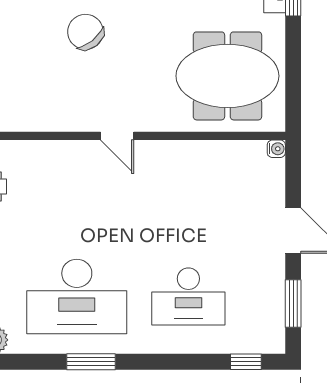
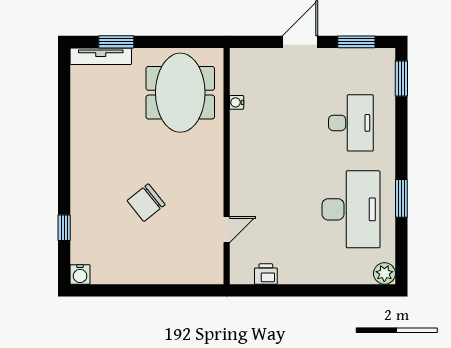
door: (117, 136) -> (227, 230), moved
water cooler: (276, 149) -> (237, 102), moved, turned -90
window: (246, 362) -> (401, 78), width x1.50

